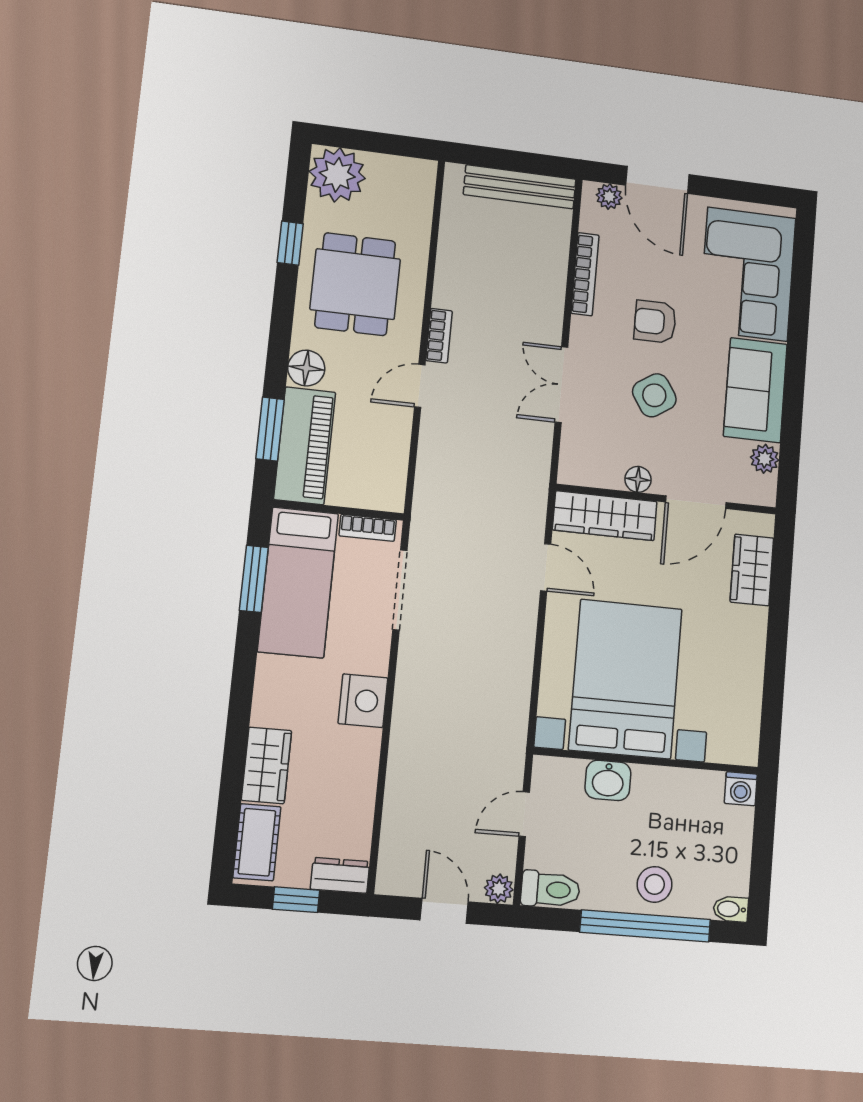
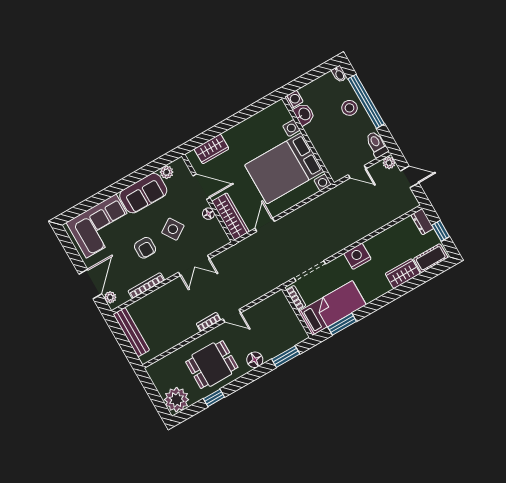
piano: (305, 446) -> (283, 340), removed
washbasin: (608, 780) -> (304, 114), moved
door: (444, 911) -> (410, 177), swing flipped

